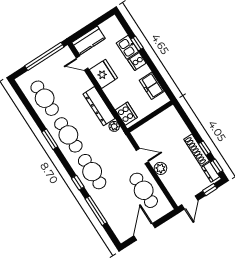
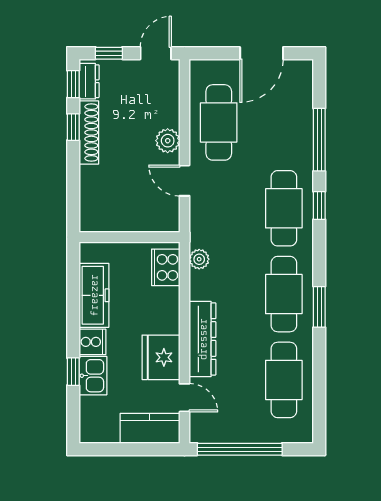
freezer: (152, 86) -> (94, 295), width x1.40
dresser: (99, 106) -> (203, 339), moved

